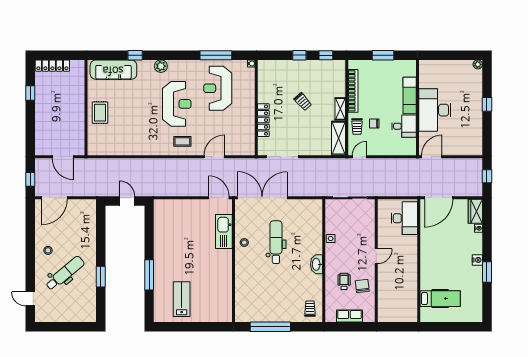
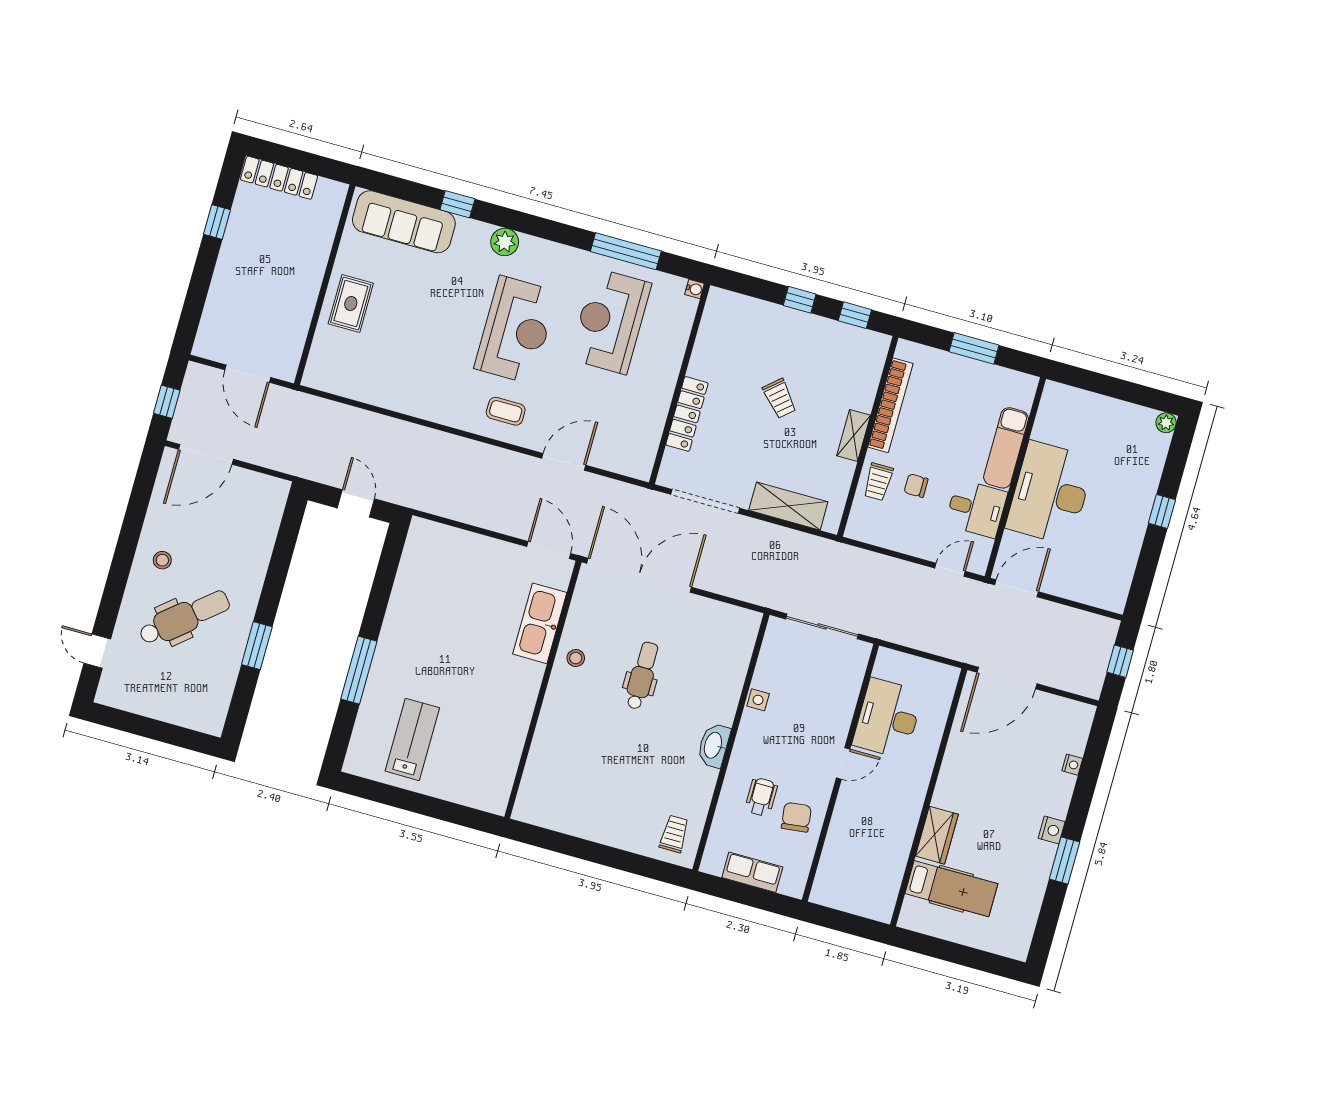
shelving: (338, 138) -> (788, 506), moved, turned 90
door: (359, 157) -> (950, 570), moved
wardrobe: (475, 211) -> (937, 835), moved, turned 180
desk: (404, 218) -> (888, 718), moved, turned 180
dental chair: (276, 242) -> (642, 676), width x0.73, depth x0.72
window: (270, 327) -> (581, 849), removed

